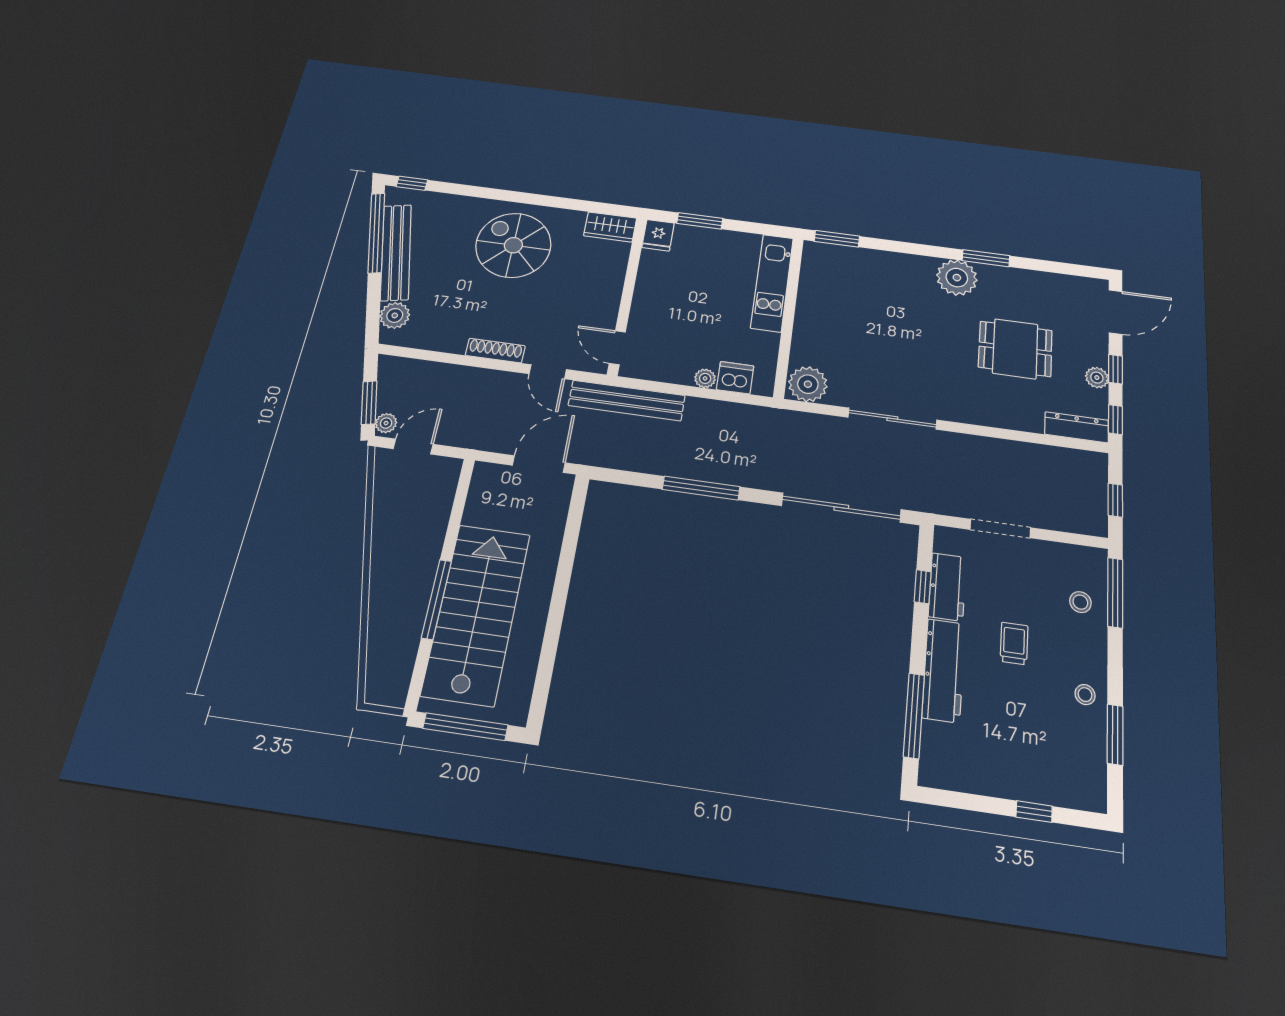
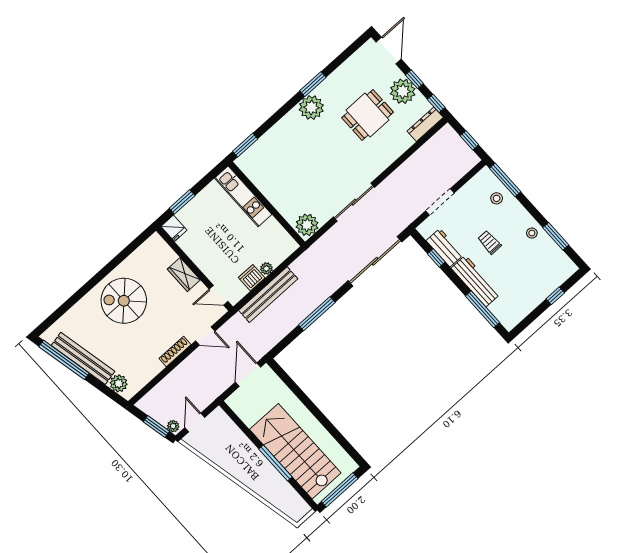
window: (412, 183) -> (48, 323), removed
wardrobe: (610, 227) -> (184, 275), moved, turned 90
dishwasher: (735, 378) -> (252, 278), moved
plant: (1097, 378) -> (403, 91), width x1.88, depth x1.88
bench: (627, 400) -> (268, 295), moved

